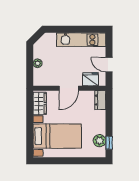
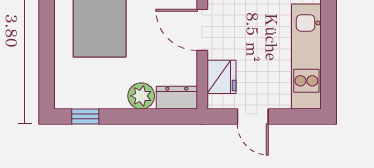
door: (109, 65) -> (253, 116), swing flipped
plant: (100, 141) -> (141, 96), moved

